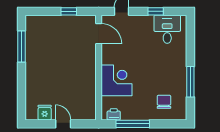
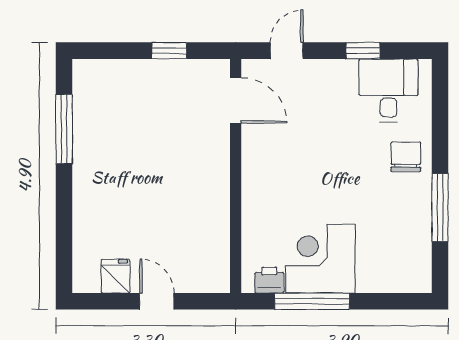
corner desk: (117, 80) -> (320, 259), moved, turned -90
chair: (164, 102) -> (406, 157), moved

